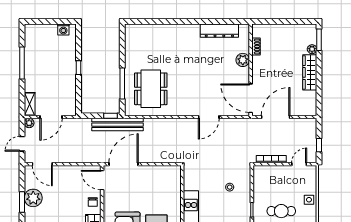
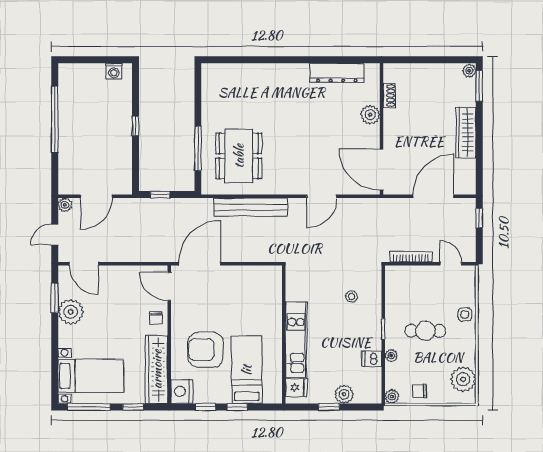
plant: (312, 49) -> (469, 71), moved
window: (22, 63) -> (55, 119), width x1.46
shelving: (30, 104) -> (66, 178), removed
window: (110, 116) -> (160, 195), moved
door: (276, 117) -> (433, 196), moved
bench: (117, 125) -> (251, 207), moved
window: (319, 145) -> (479, 218), moved
door: (299, 164) -> (451, 264), hinge flipped
window: (22, 202) -> (55, 298), moved

